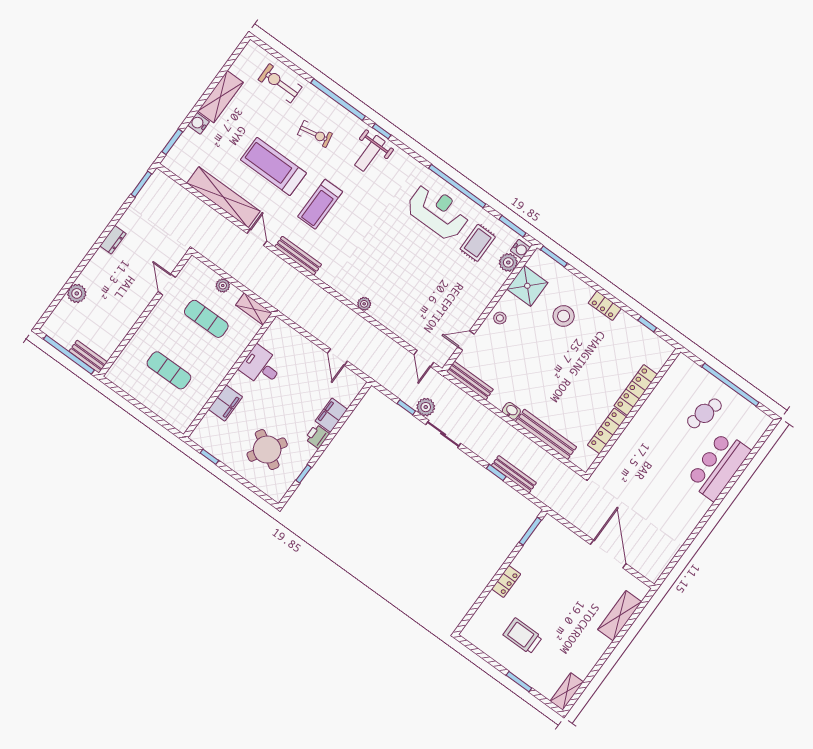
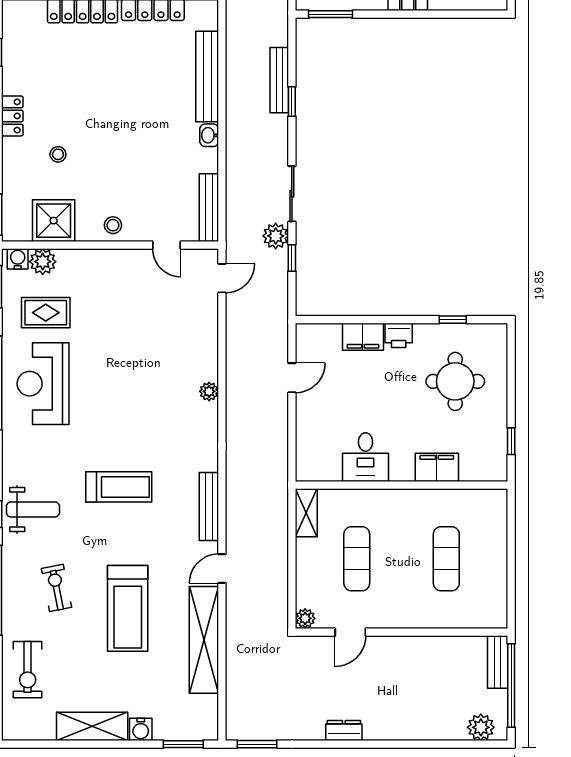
treadmill: (320, 204) -> (119, 487), moved
plant: (223, 286) -> (305, 618), moved
plant: (77, 293) -> (481, 727), moved
stool: (564, 316) -> (58, 154), width x0.53, depth x0.53
round table: (267, 450) -> (455, 381), turned -31

